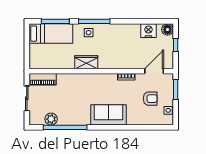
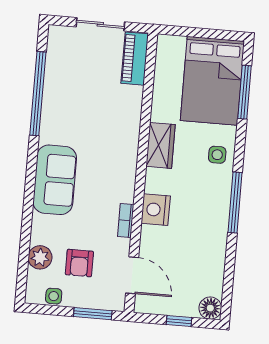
window: (94, 21) -> (235, 202), moved
nightstand: (149, 31) -> (156, 210), moved, turned 180
bed: (51, 34) -> (212, 81), width x1.50
plant: (51, 119) -> (40, 257), moved

